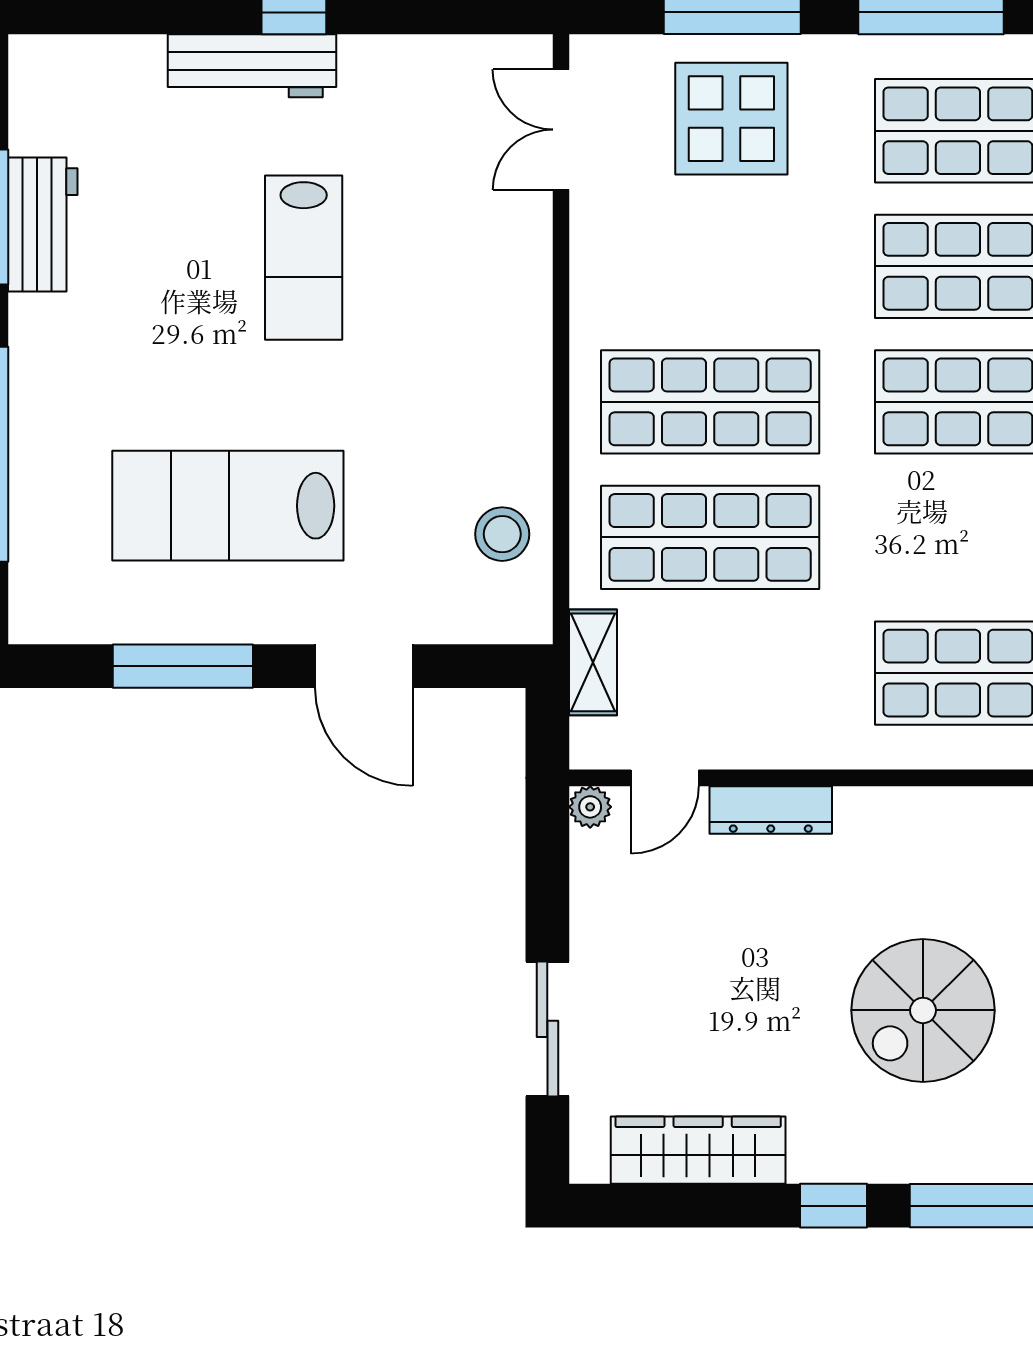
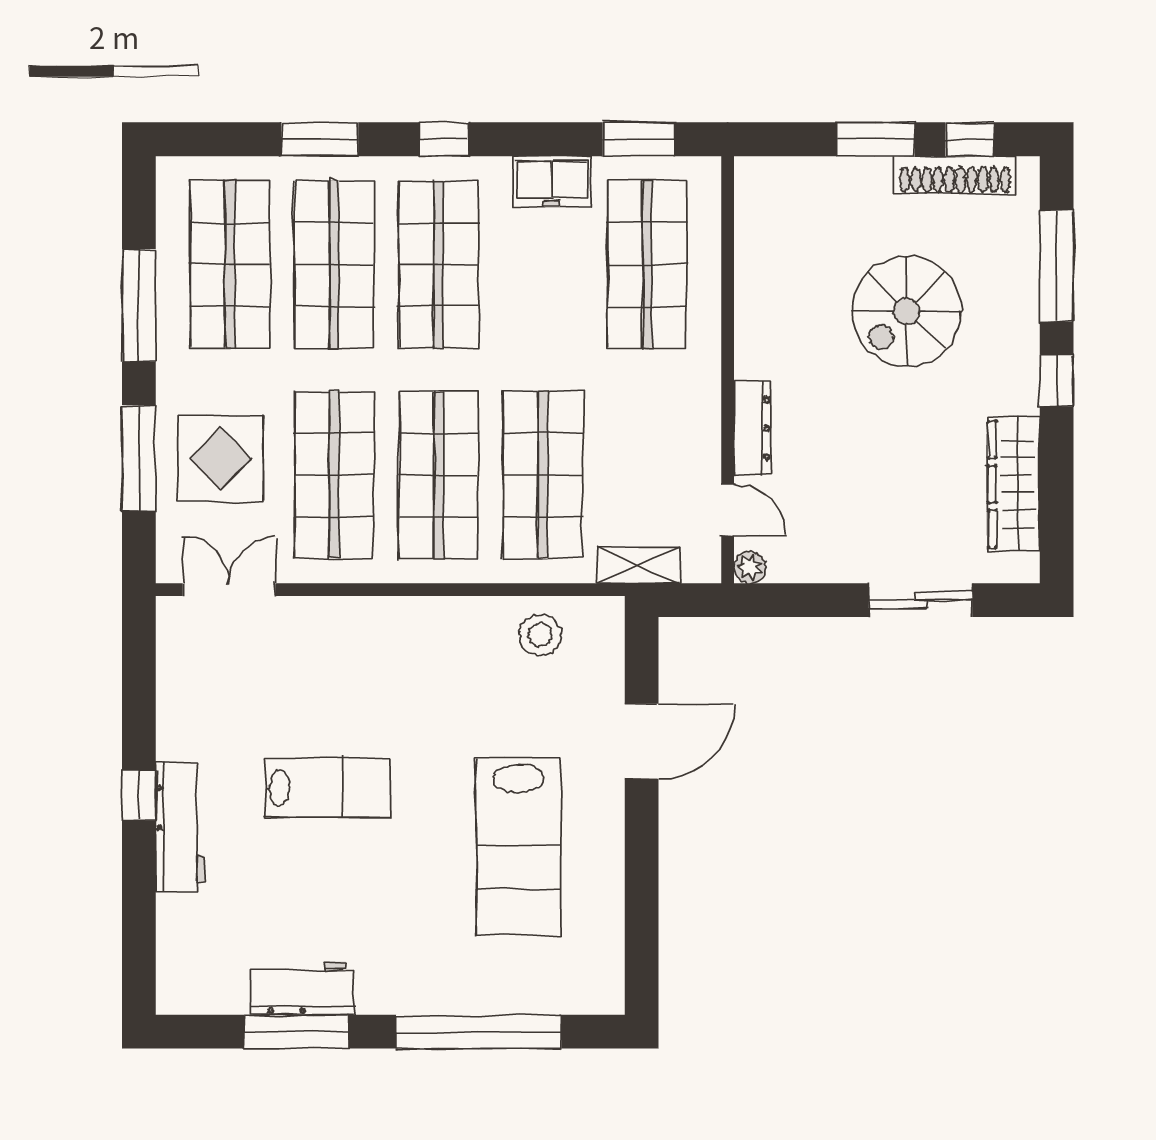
double door: (561, 130) -> (229, 590), swing flipped
shop shelf: (710, 266) -> (334, 475), added
window: (183, 666) -> (642, 880), removed
spiral stairs: (923, 1010) -> (907, 311), turned 90

